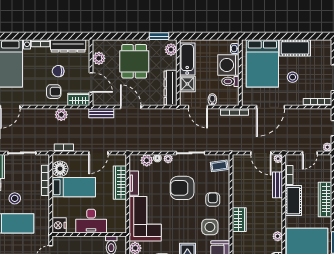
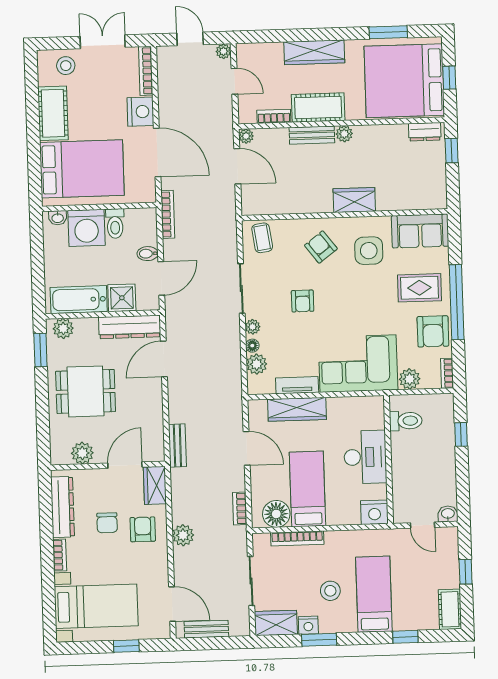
stool: (293, 77) -> (66, 66), moved
nightstand: (294, 98) -> (140, 112), added
door: (131, 107) -> (164, 359), moved
plant: (61, 115) -> (183, 535), moved
door: (261, 153) -> (237, 166), hinge flipped
bench: (277, 185) -> (312, 135), moved
armchair: (182, 188) -> (303, 301), width x0.53, depth x0.53
armchair: (213, 200) -> (321, 247), turned 53
plant: (278, 236) -> (344, 134), moved

